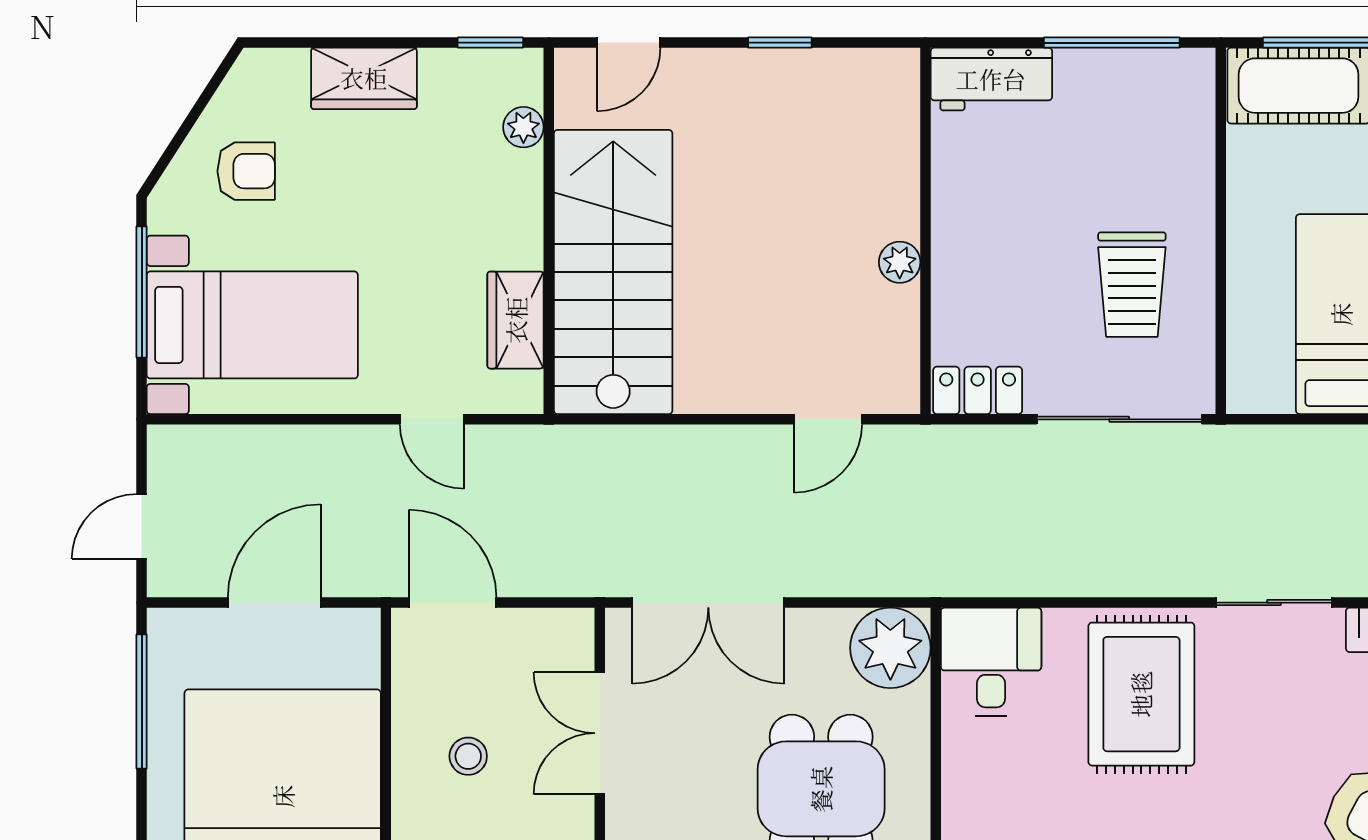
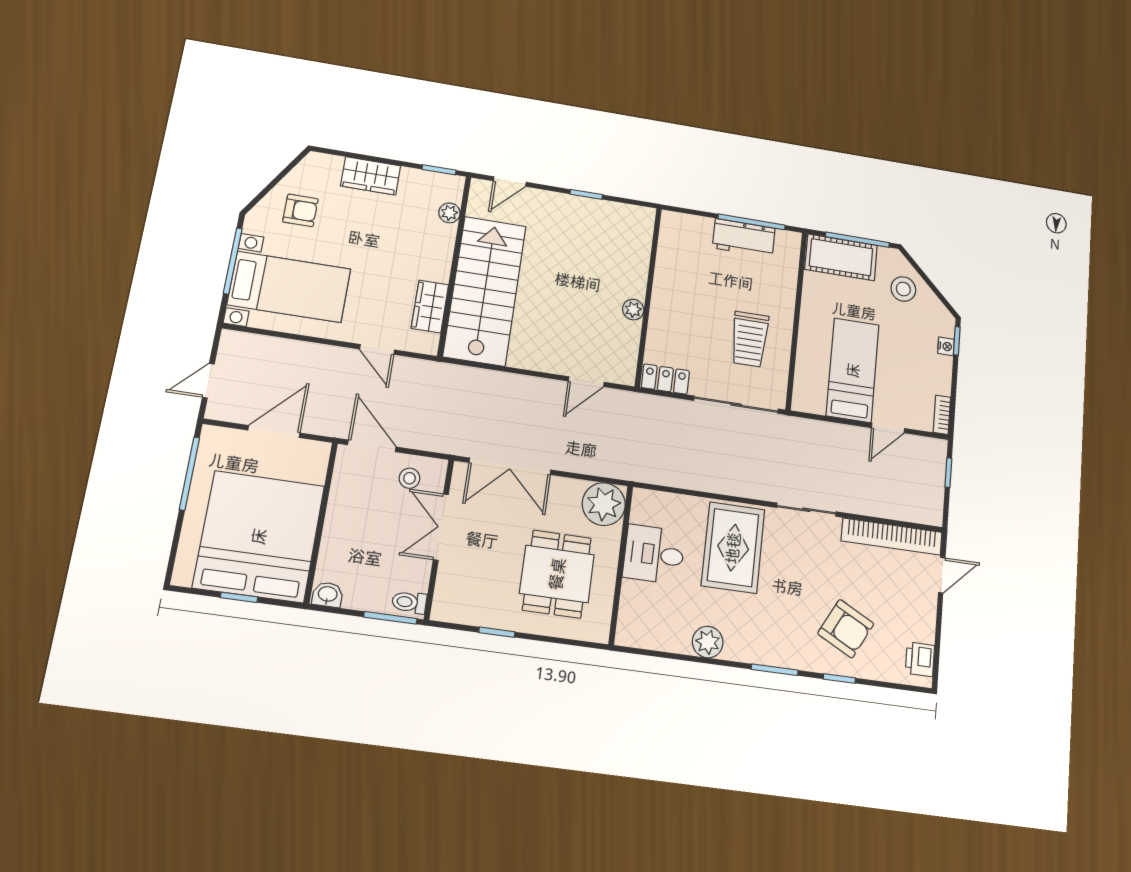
workbench: (991, 79) -> (744, 238), moved
desk: (991, 662) -> (654, 554), moved, turned -90
stool: (468, 756) -> (410, 478), moved

